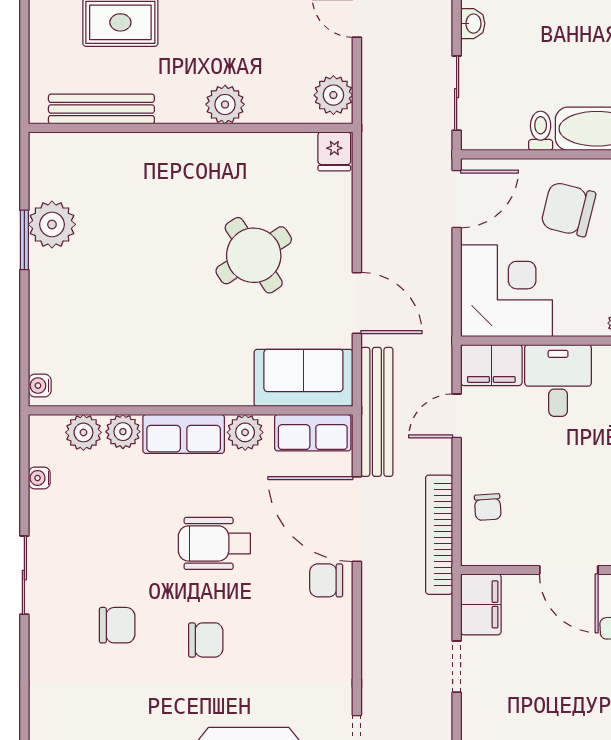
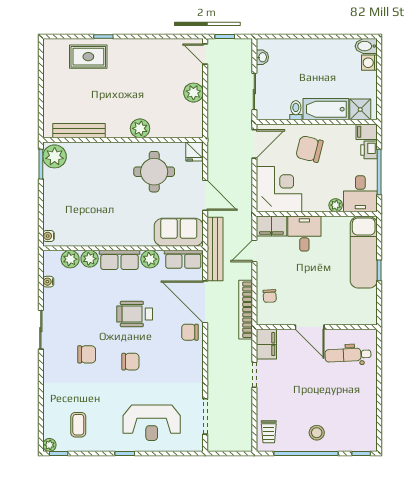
plant: (225, 104) -> (140, 128), moved
bench: (101, 109) -> (79, 131), moved
wall: (191, 128) -> (123, 140), moved
fridge: (334, 151) -> (194, 152), moved
round table: (254, 255) -> (154, 172), turned 33

